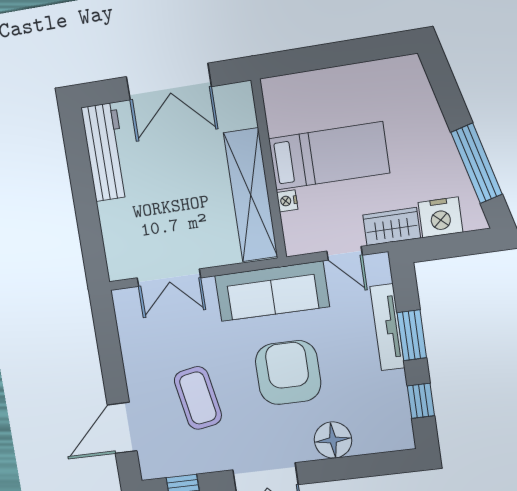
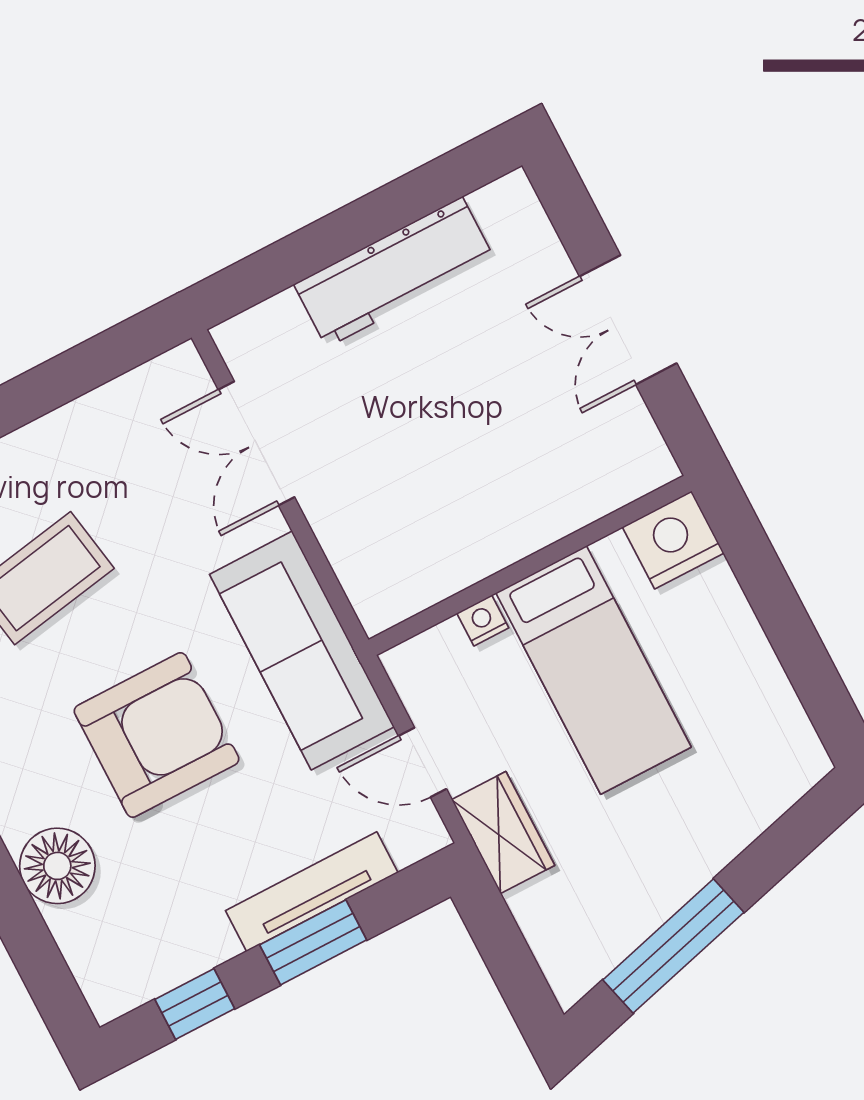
double door: (169, 82) -> (628, 320), width x0.73
workbench: (106, 152) -> (394, 272), moved
shelving: (251, 195) -> (470, 547), removed
nightstand: (440, 217) -> (673, 540), moved, turned 90
door: (345, 253) -> (422, 762), hinge flipped

